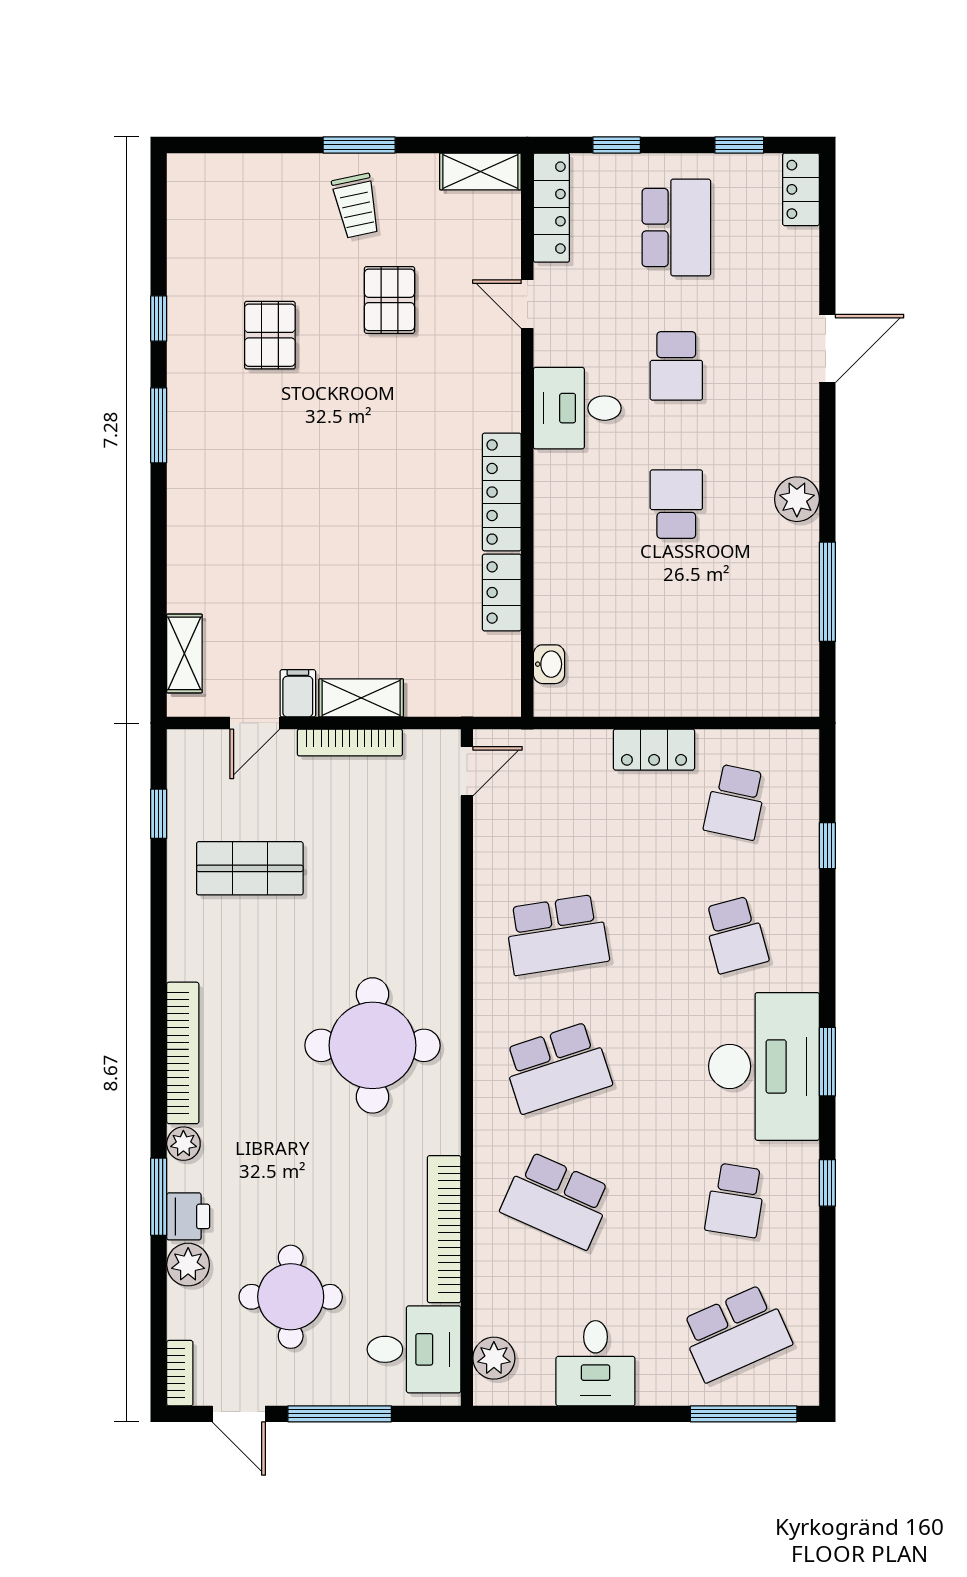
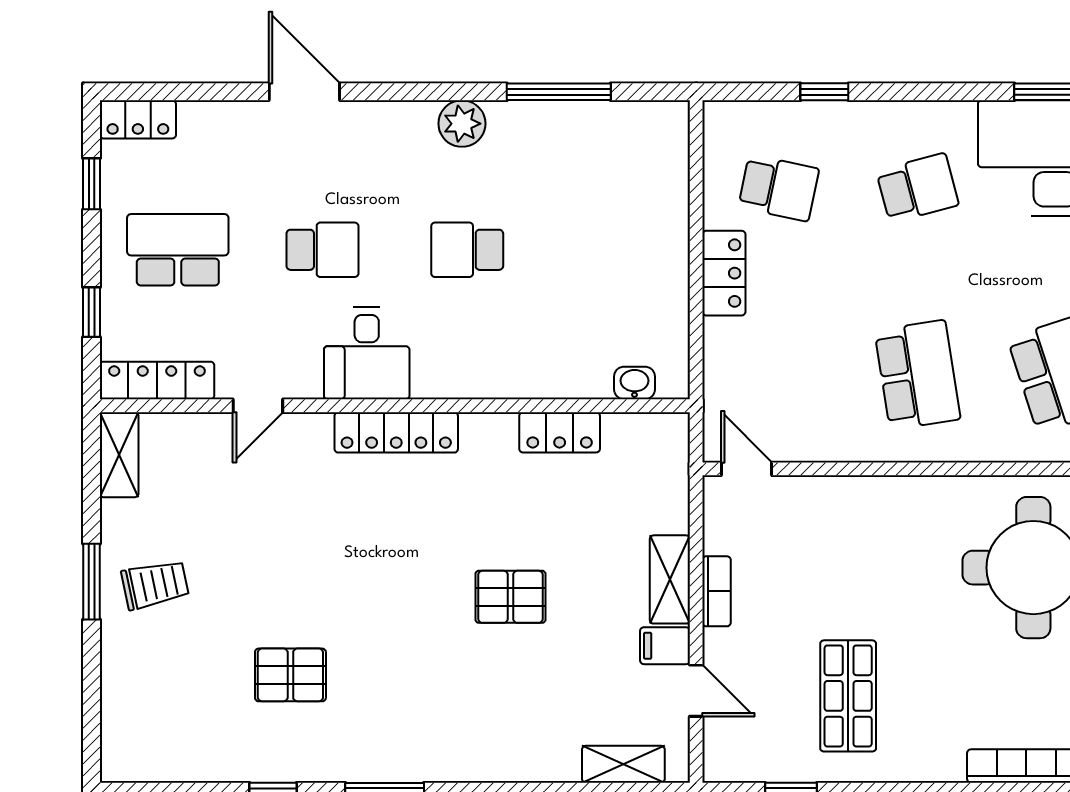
pallet: (389, 300) -> (510, 597), moved
locker: (502, 492) -> (396, 432), moved
bookcase: (350, 743) -> (717, 591), width x0.64

